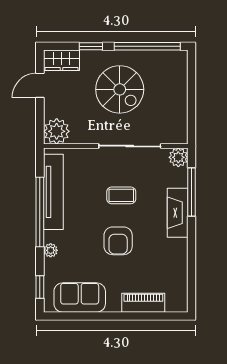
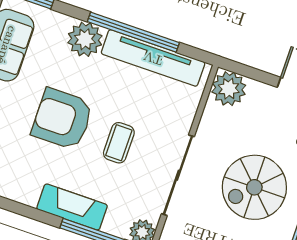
armchair: (118, 241) -> (62, 119), width x1.36, depth x1.36
plant: (51, 250) -> (85, 39), width x1.88, depth x1.88

